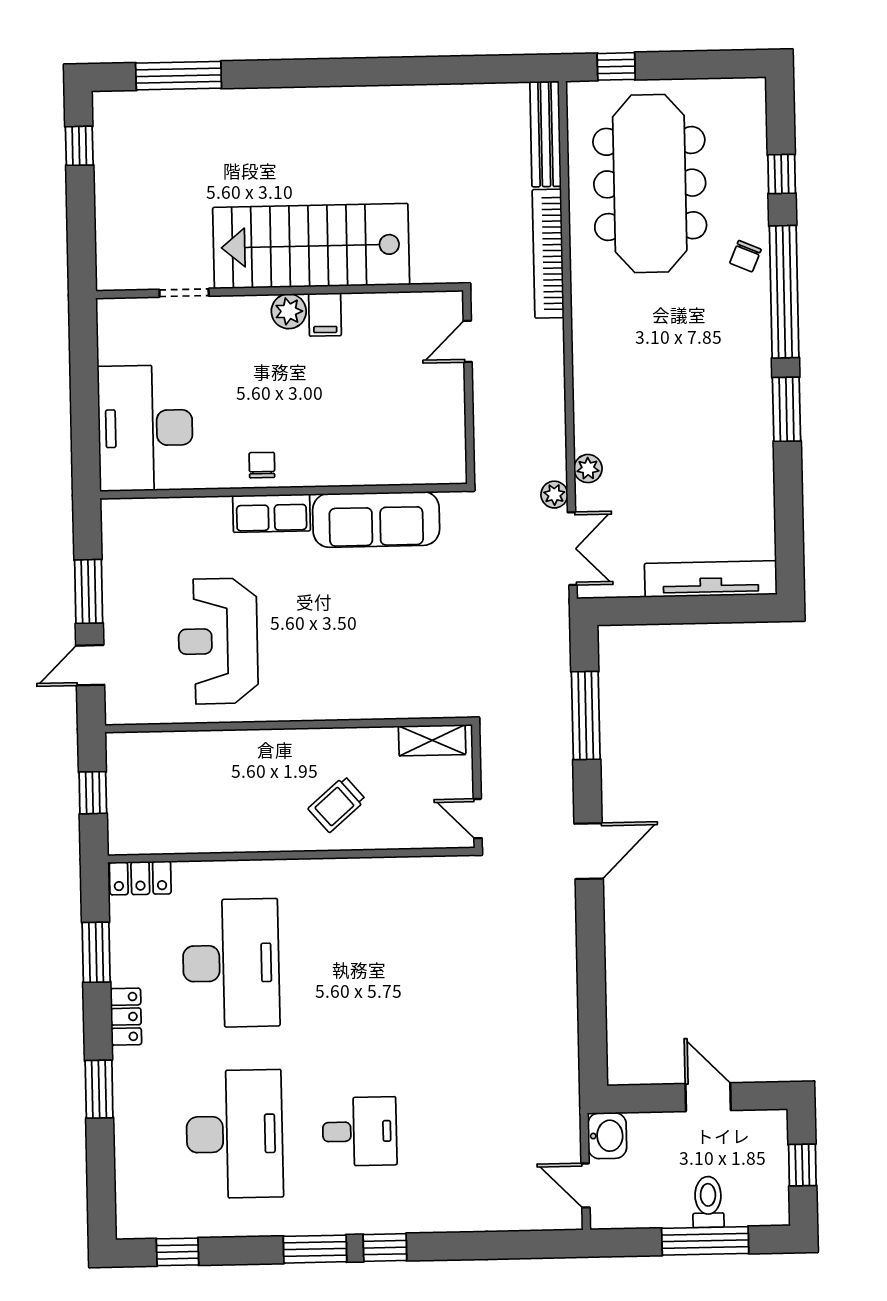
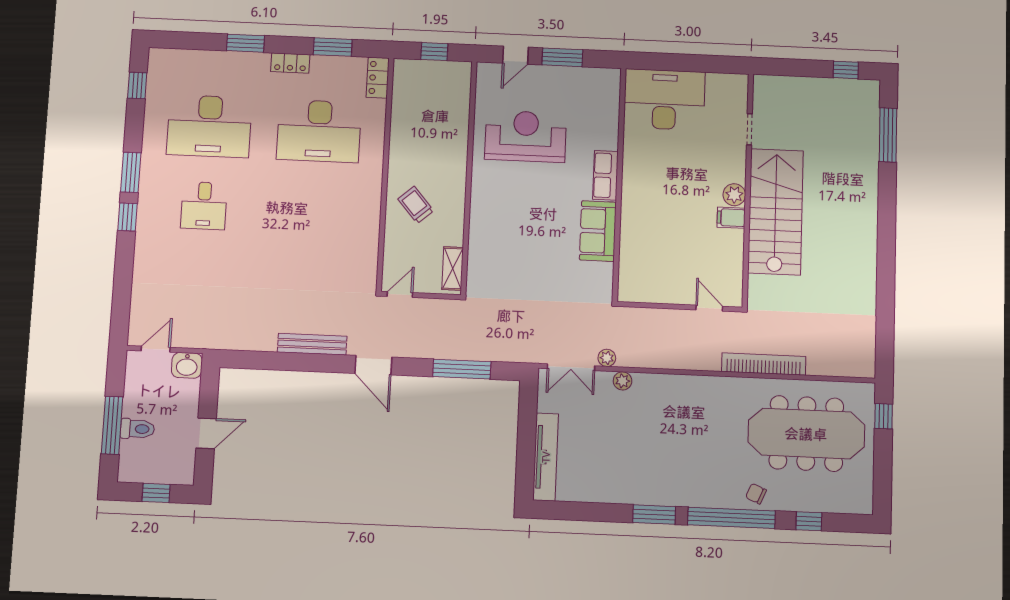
bench: (546, 134) -> (312, 344), moved
chair: (262, 465) -> (637, 171), removed
sofa: (376, 519) -> (598, 231), width x0.73
door: (90, 665) -> (516, 55), swing flipped

